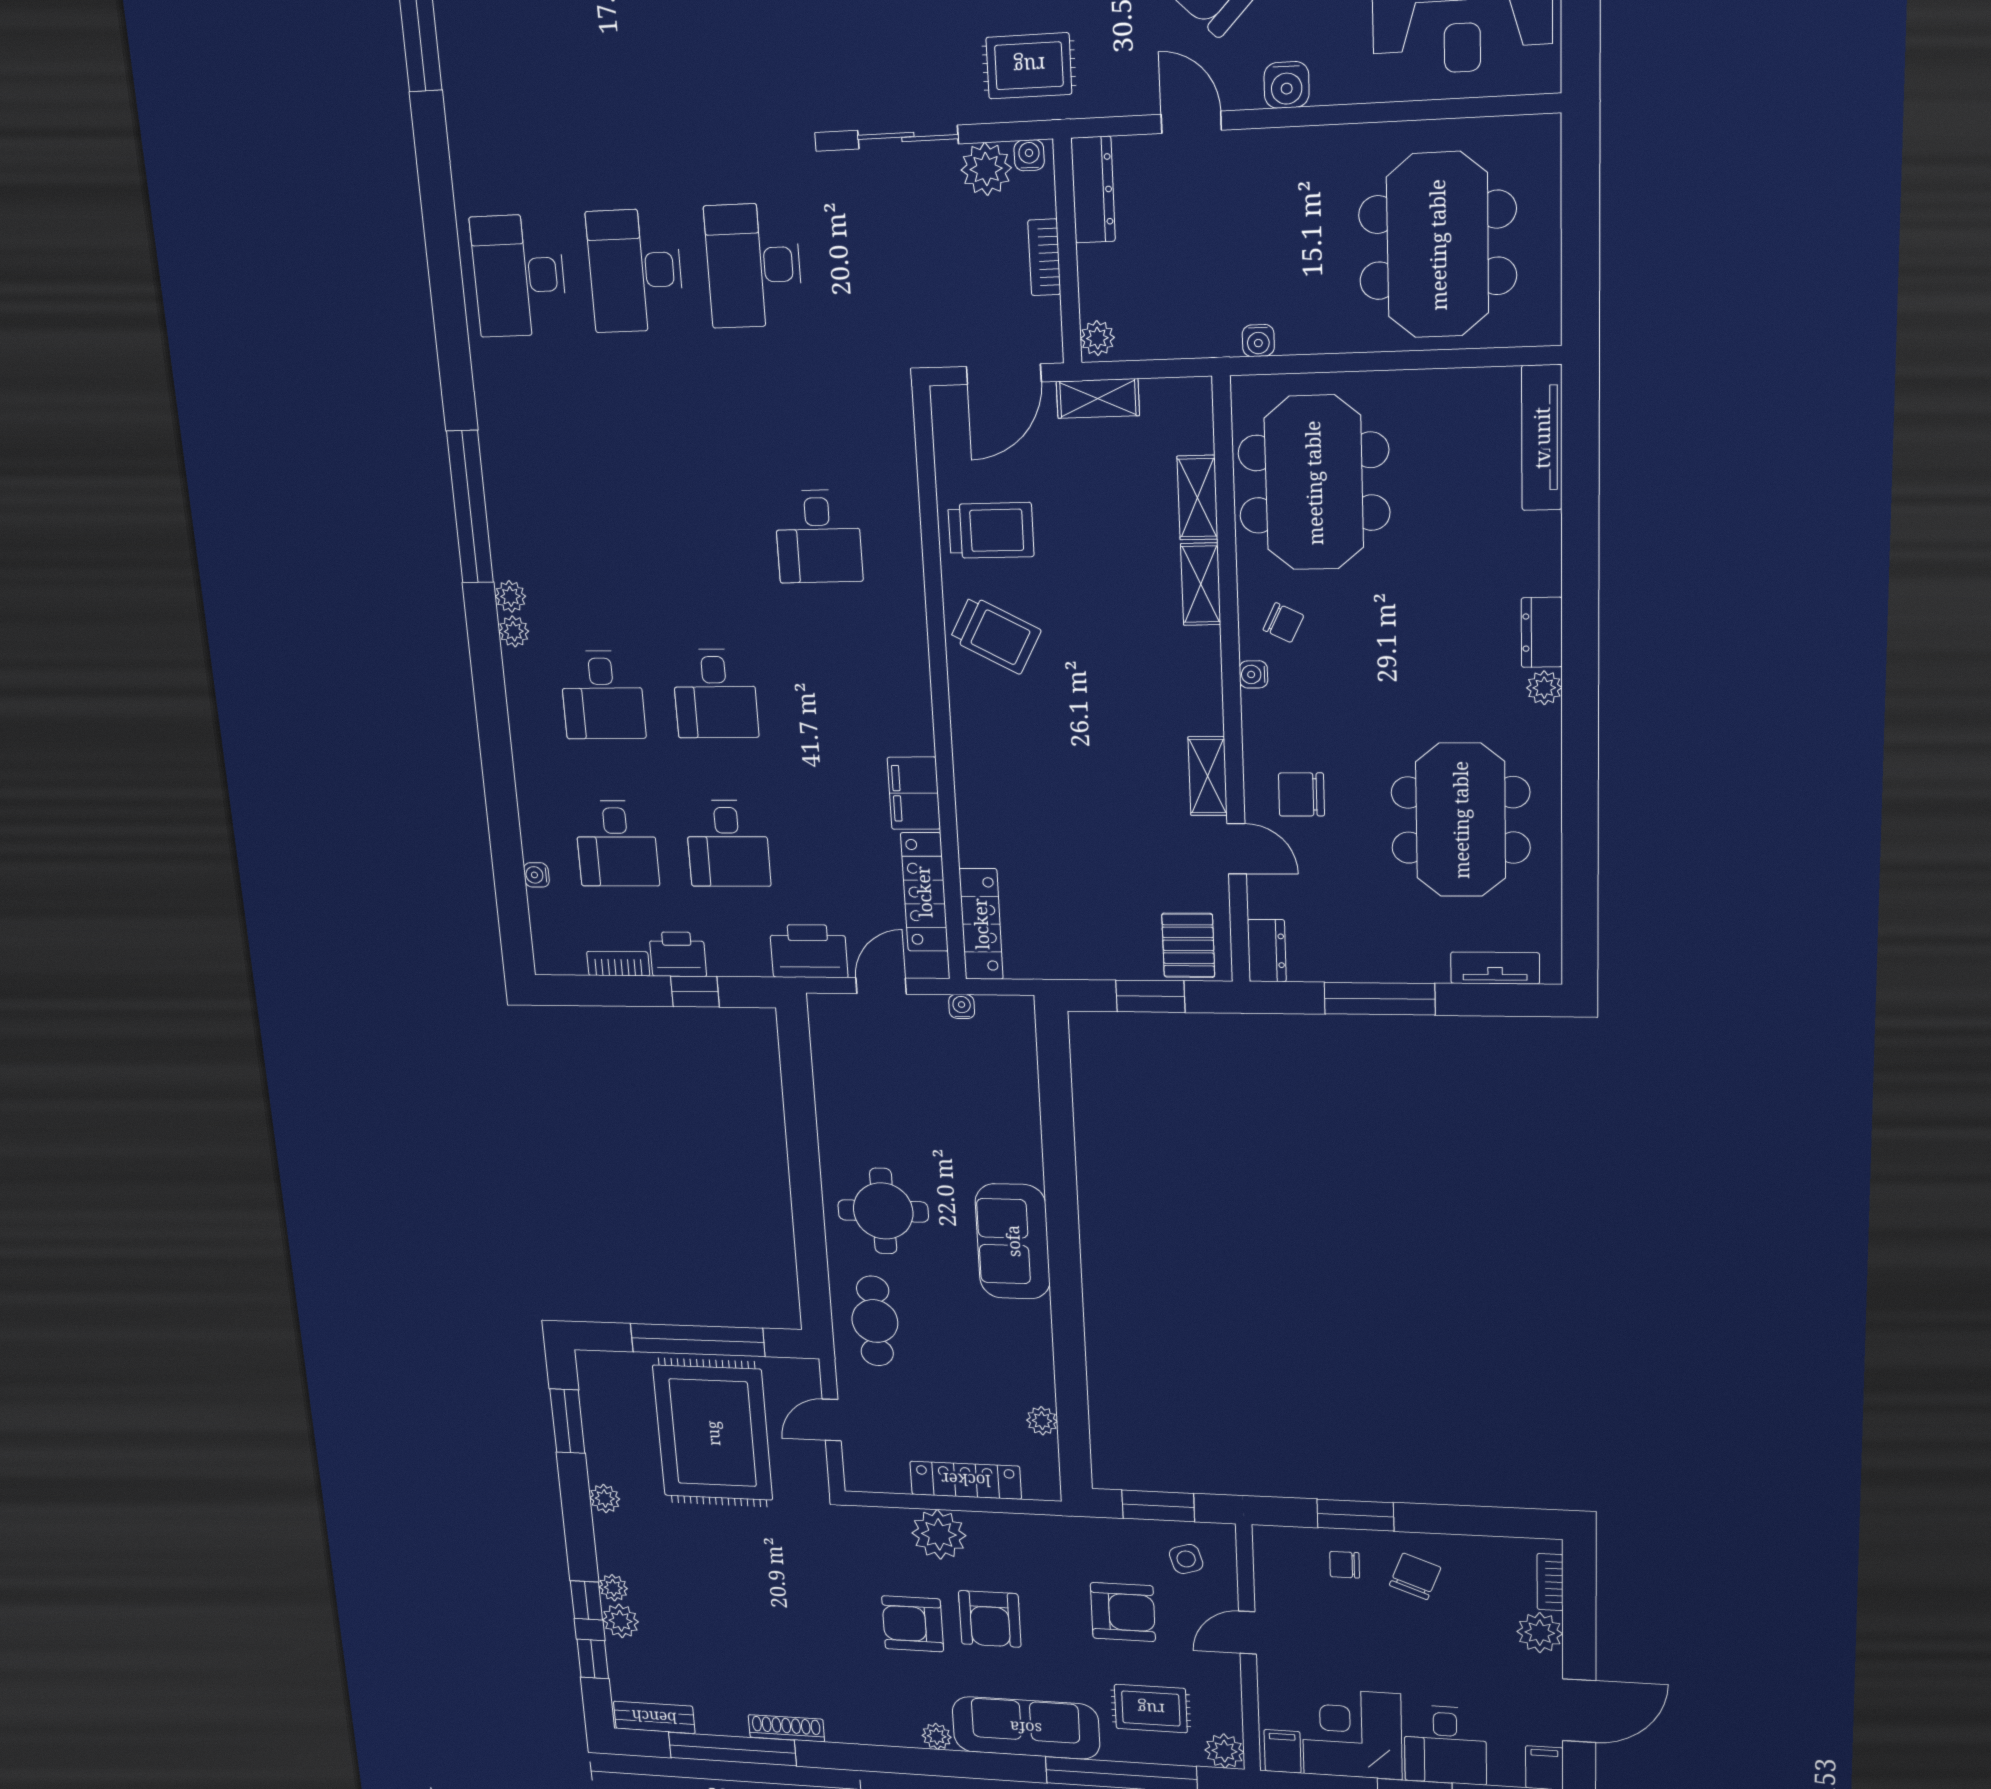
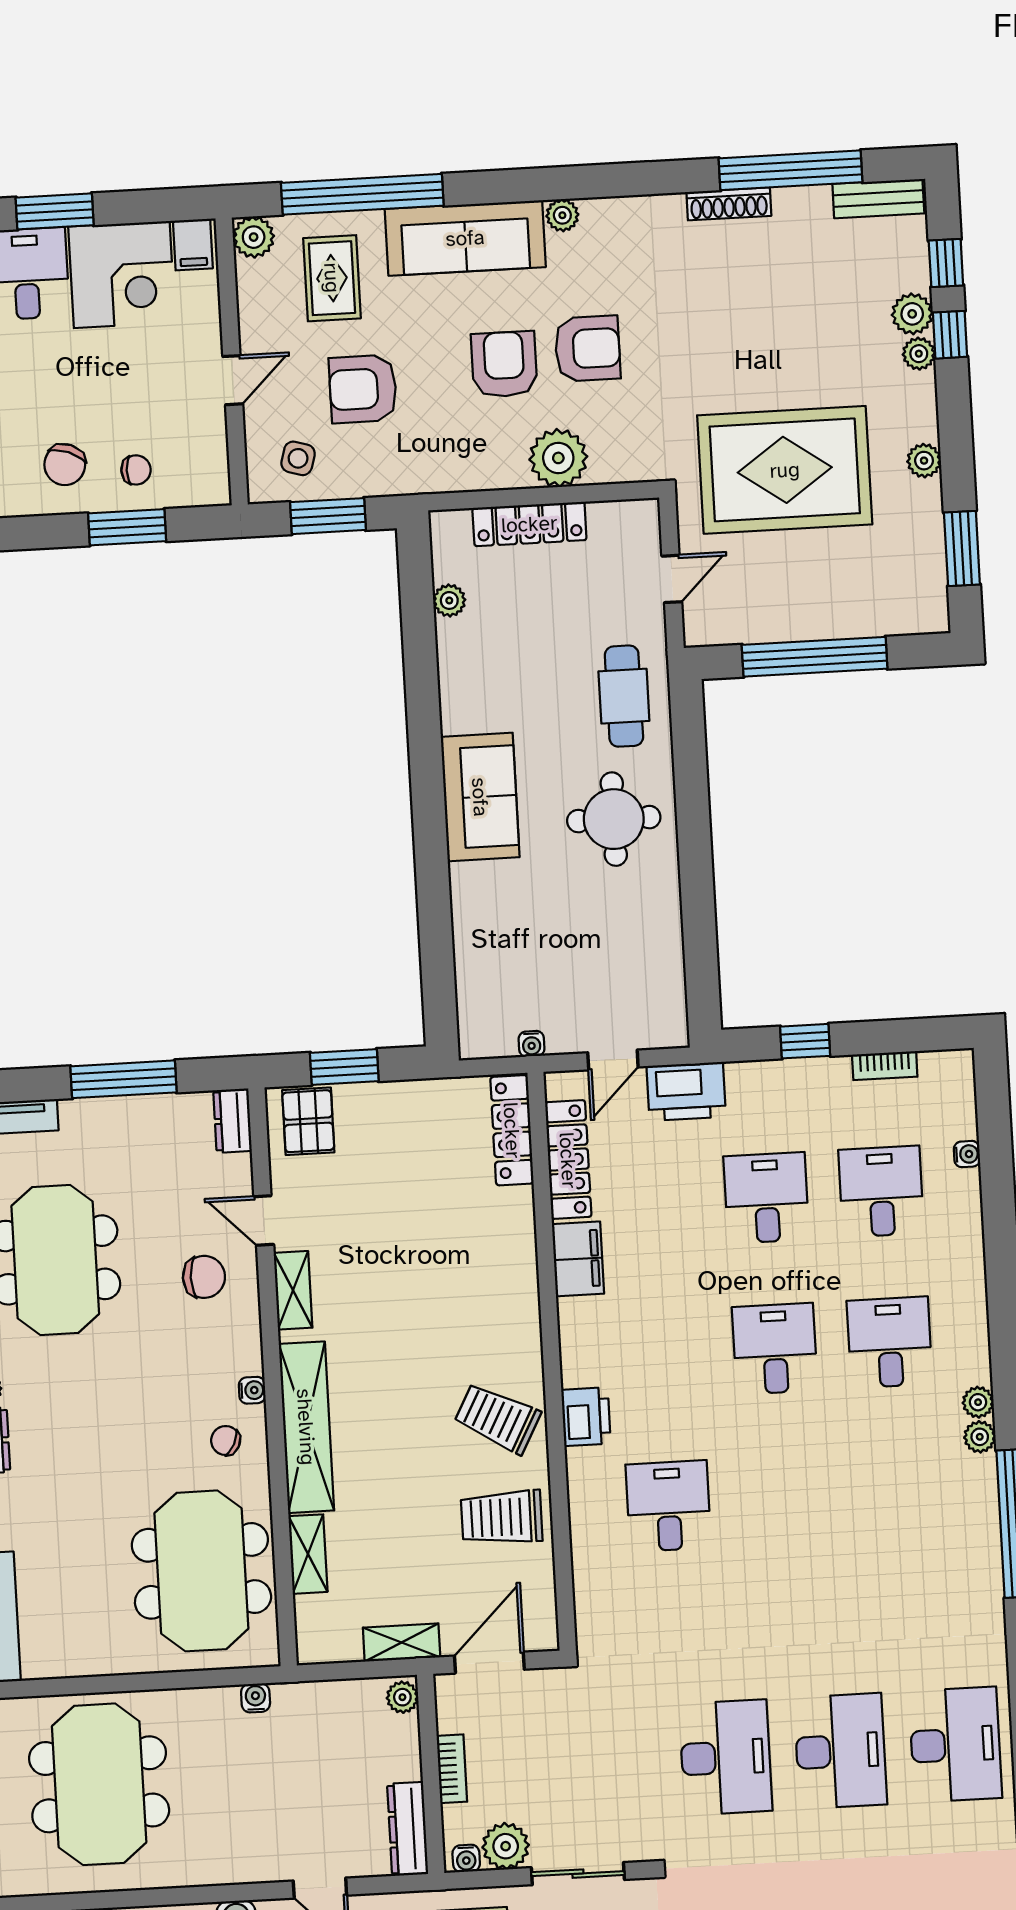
shelving: (1201, 584) -> (306, 1427), width x2.20, depth x1.33
printer: (678, 954) -> (586, 1417), moved, turned -90
rug: (713, 1433) -> (785, 470), moved, turned 90
side table: (1186, 1559) -> (298, 458), turned 33
rug: (1151, 1709) -> (332, 278), turned 90

